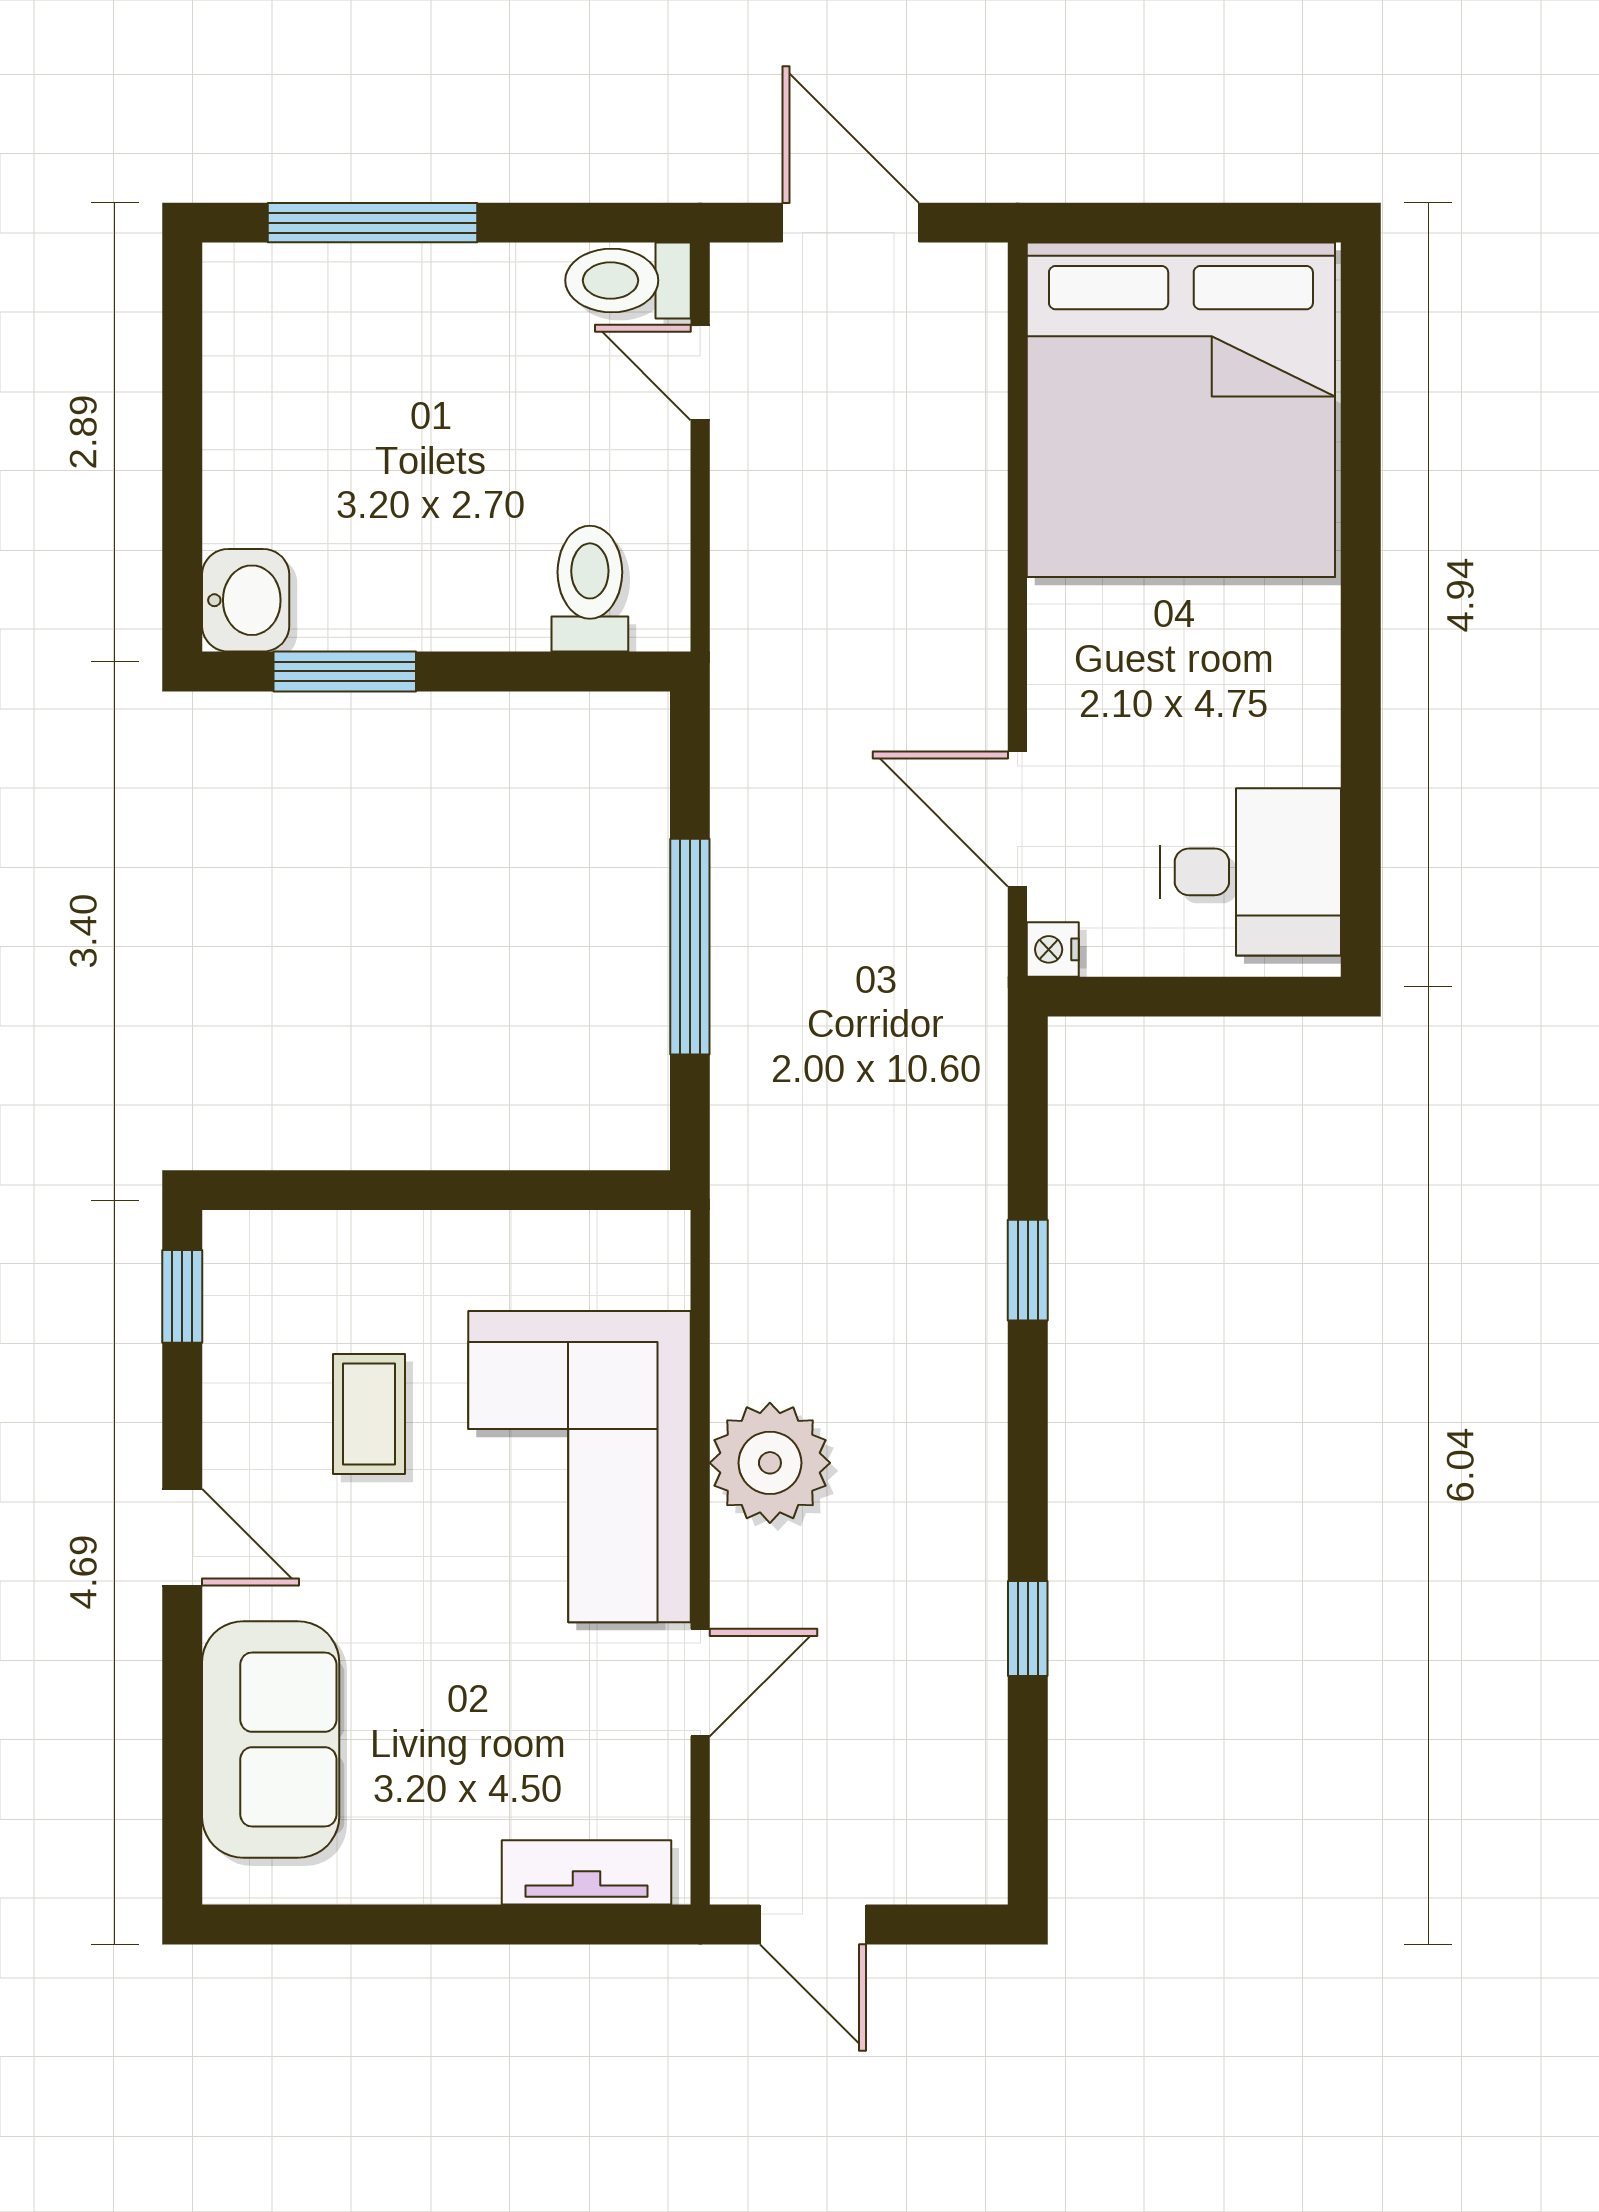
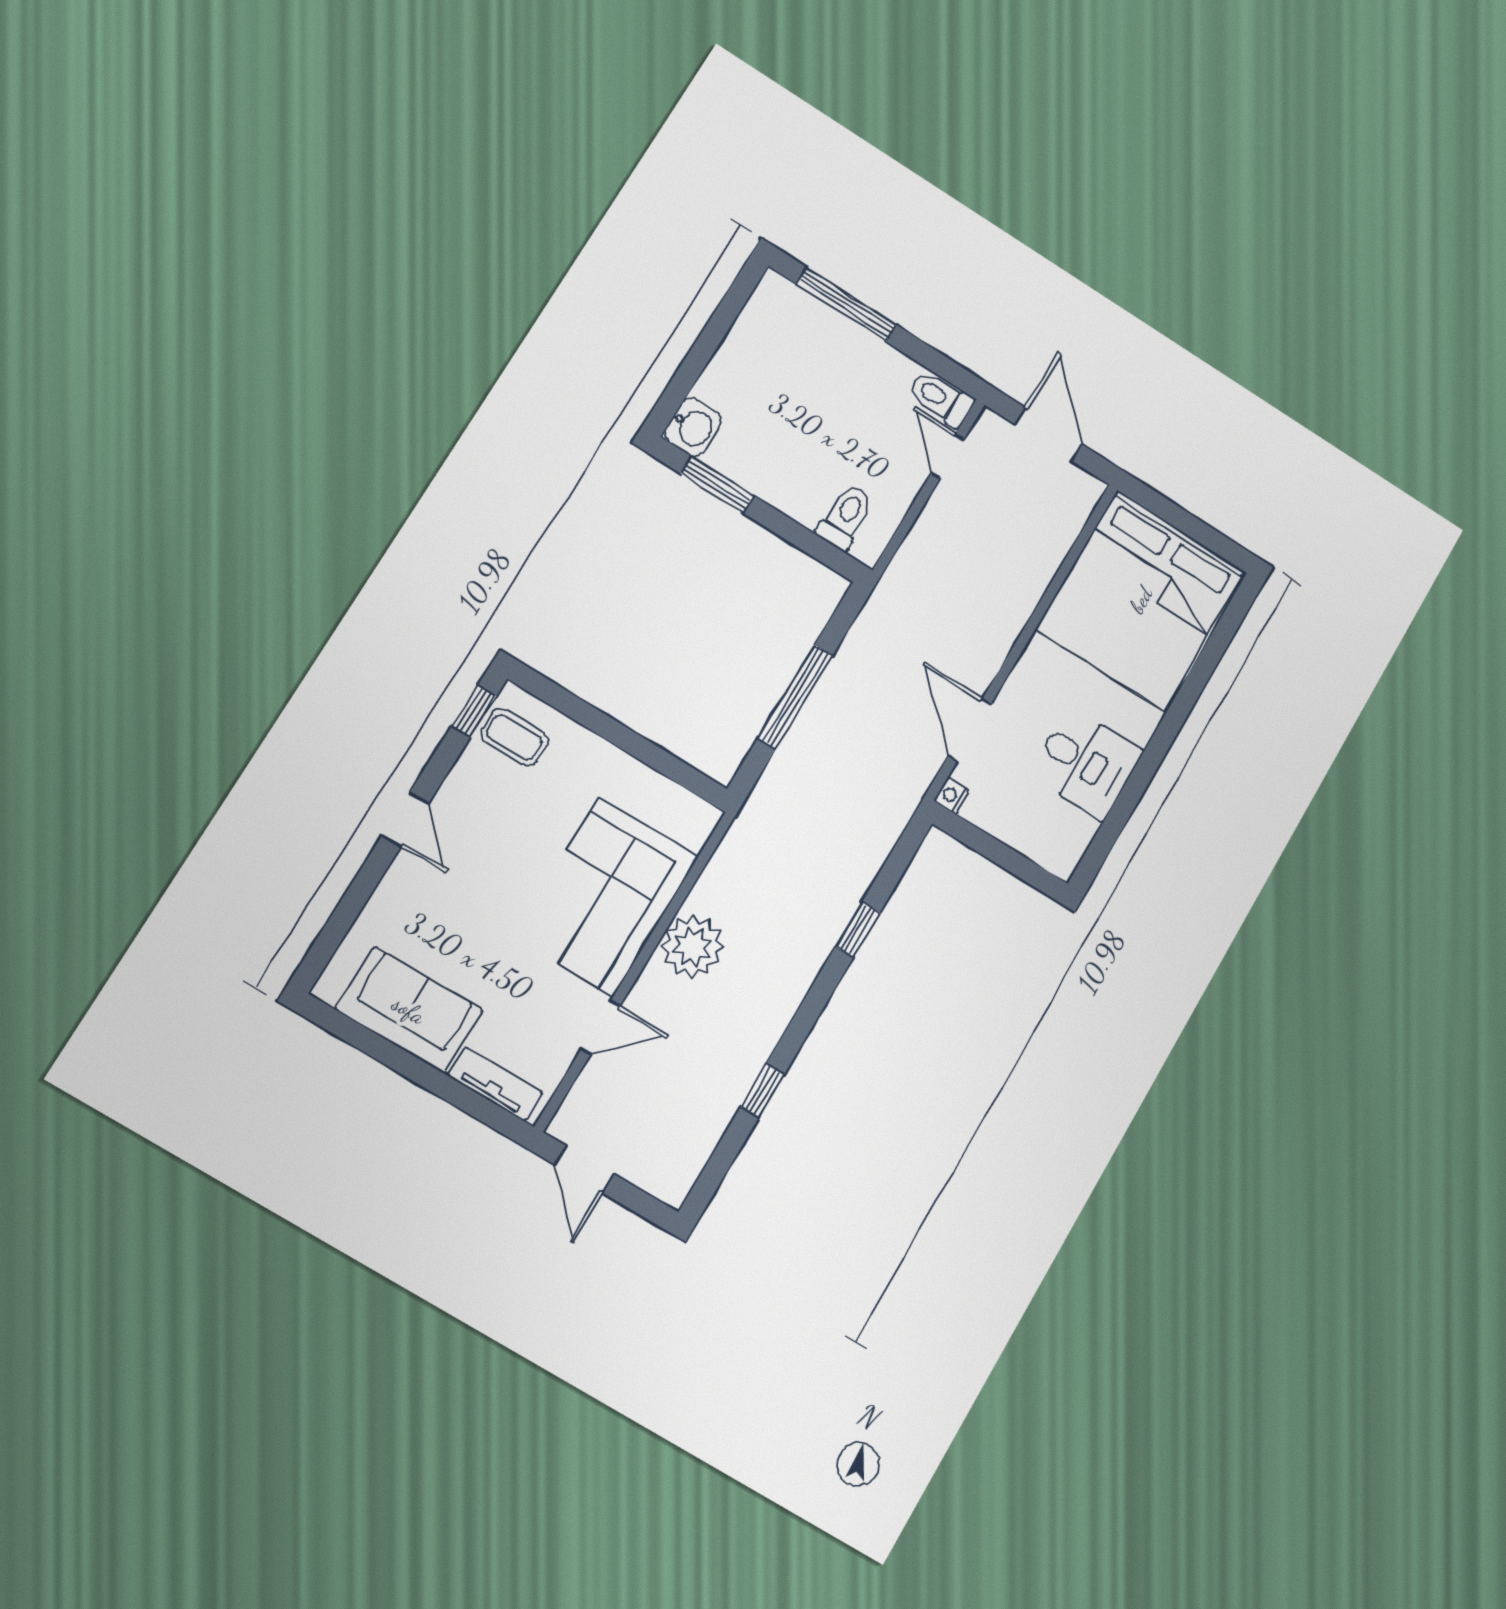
desk: (1251, 872) -> (1086, 763), moved
coffee table: (369, 1414) -> (514, 737), moved, turned 90
sofa: (271, 1739) -> (409, 1010), moved, turned -90

